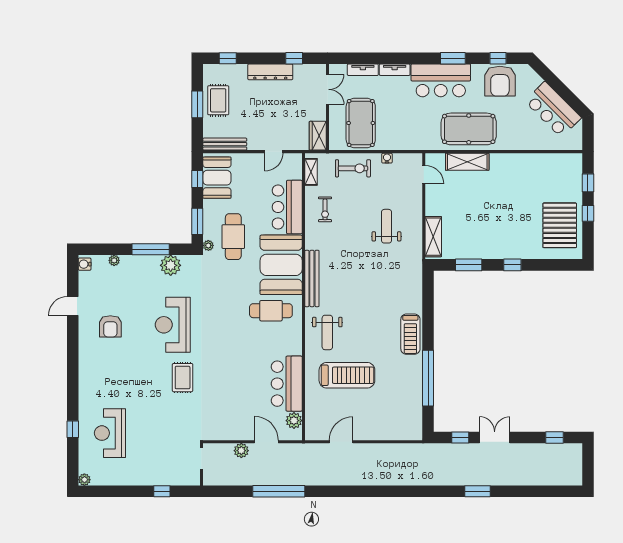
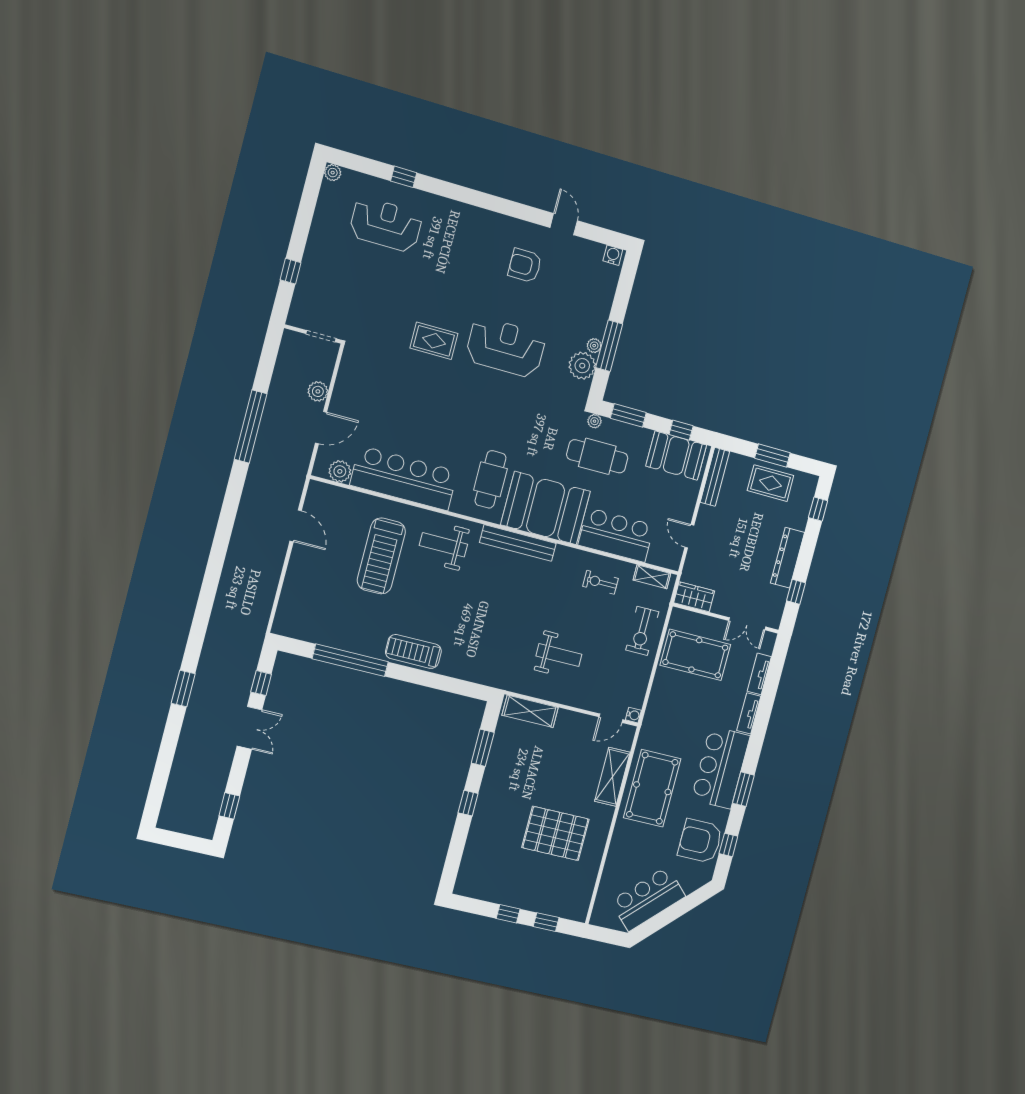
water cooler: (387, 158) -> (633, 715), moved
pallet: (560, 225) -> (555, 833), moved
plant: (114, 260) -> (594, 346), moved
bar counter: (287, 384) -> (404, 478), width x1.36

